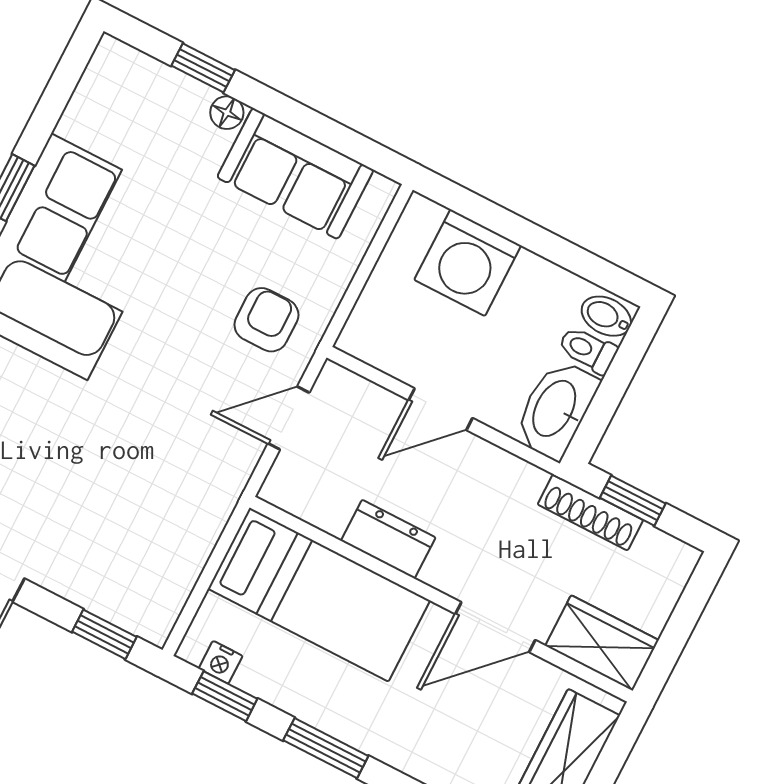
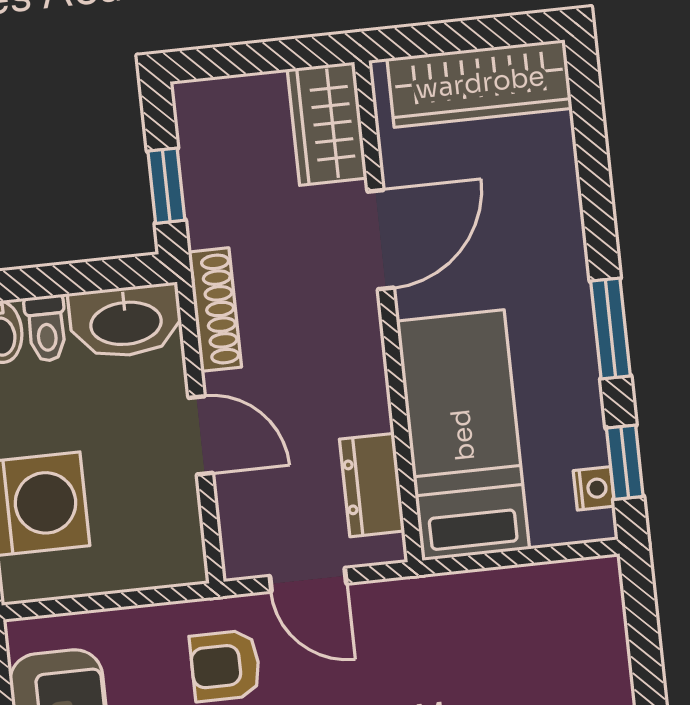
shoe rack: (590, 512) -> (215, 310), moved
dresser: (388, 539) -> (372, 485), moved
door: (495, 627) -> (381, 240), hinge flipped
window: (104, 634) -> (642, 622), removed

